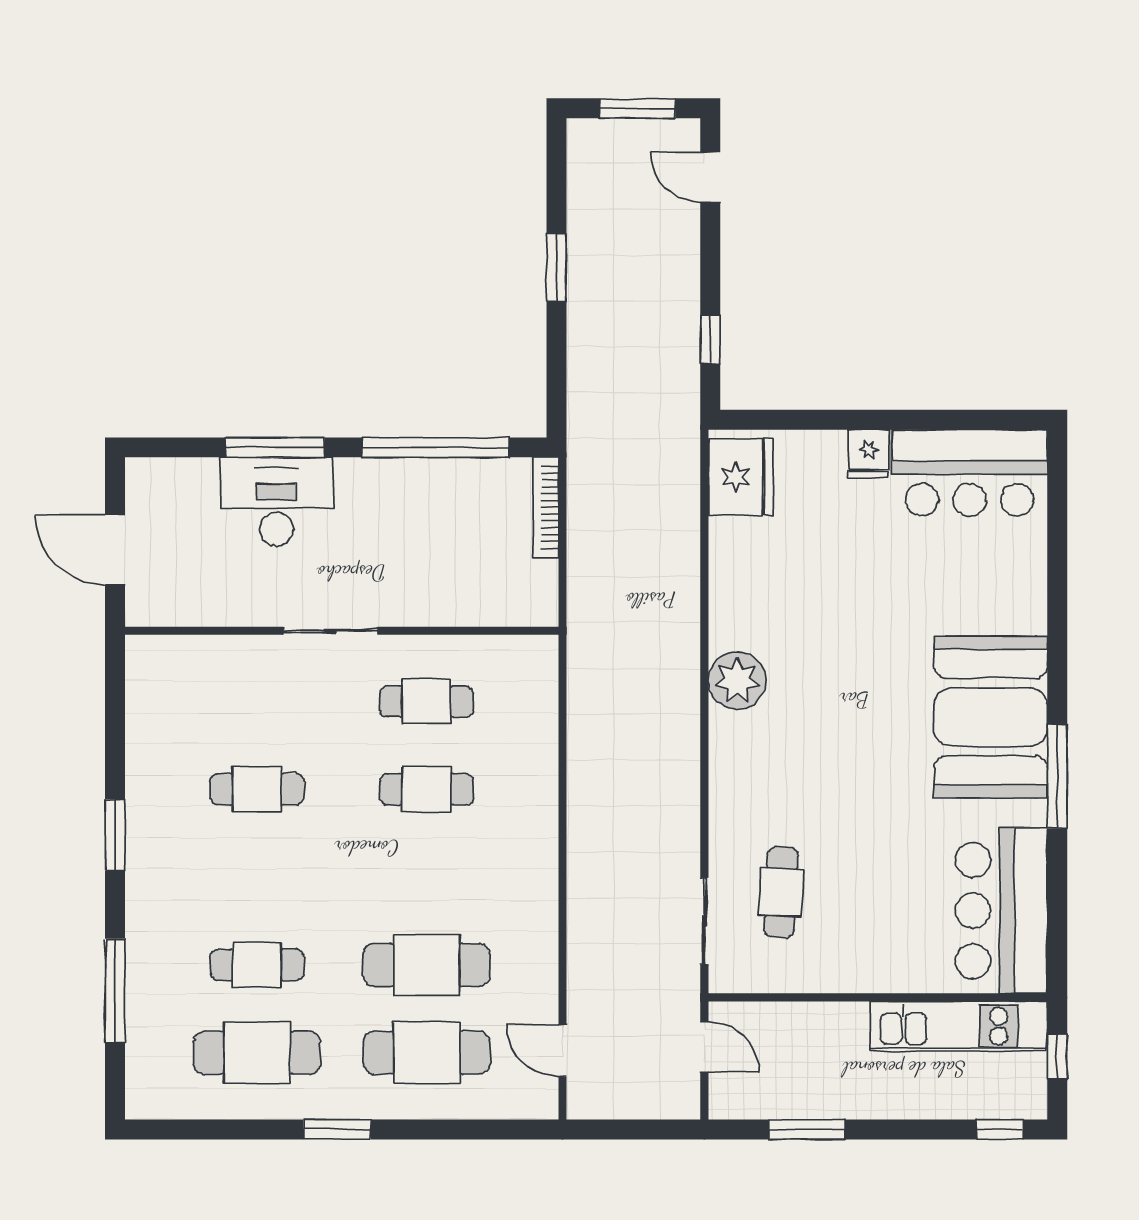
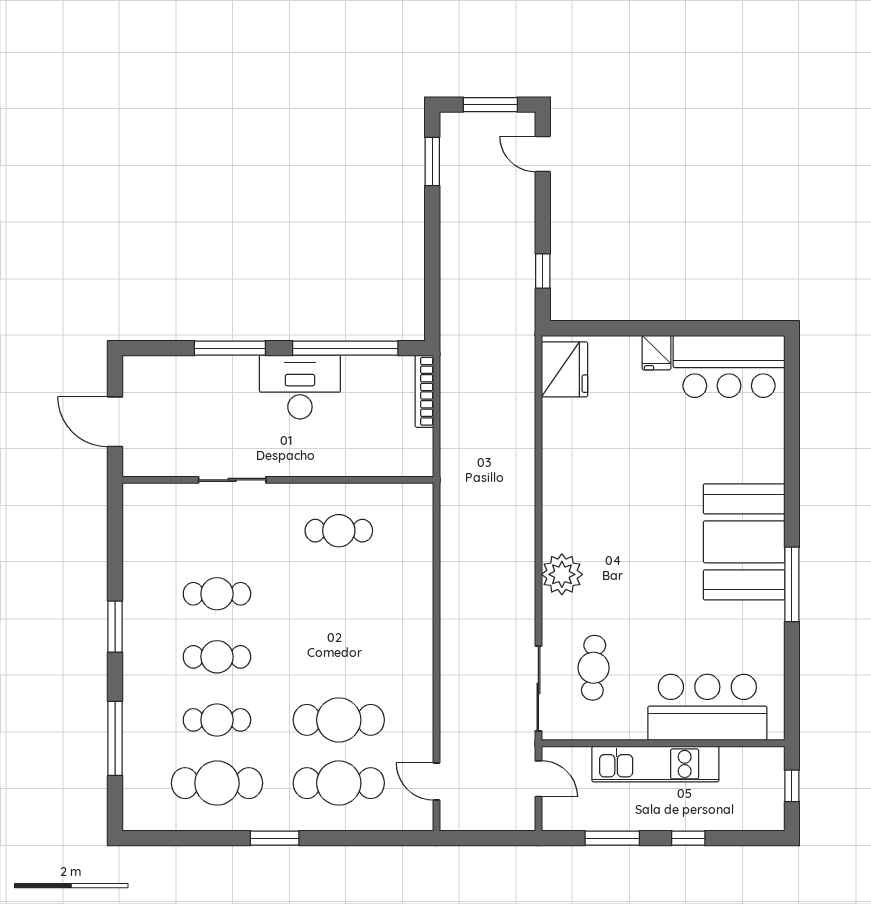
window: (557, 268) -> (432, 162), moved
desk: (276, 502) -> (300, 387), moved
sliding door: (330, 631) -> (232, 480), moved
plant: (737, 681) -> (562, 574), moved
cafe table: (427, 789) -> (217, 657), moved
bar counter: (1001, 911) -> (707, 707), moved, turned 90
sliding door: (704, 921) -> (538, 688), width x1.37
kitchen unit: (958, 1026) -> (655, 764), moved
window: (1000, 1129) -> (688, 838), moved

